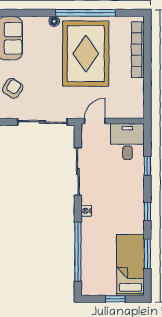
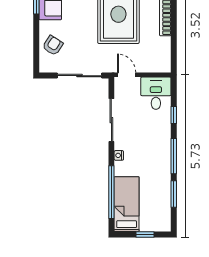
door: (95, 121) -> (127, 75), hinge flipped
window: (147, 211) -> (174, 156), width x2.17
bed: (130, 265) -> (127, 204), moved

